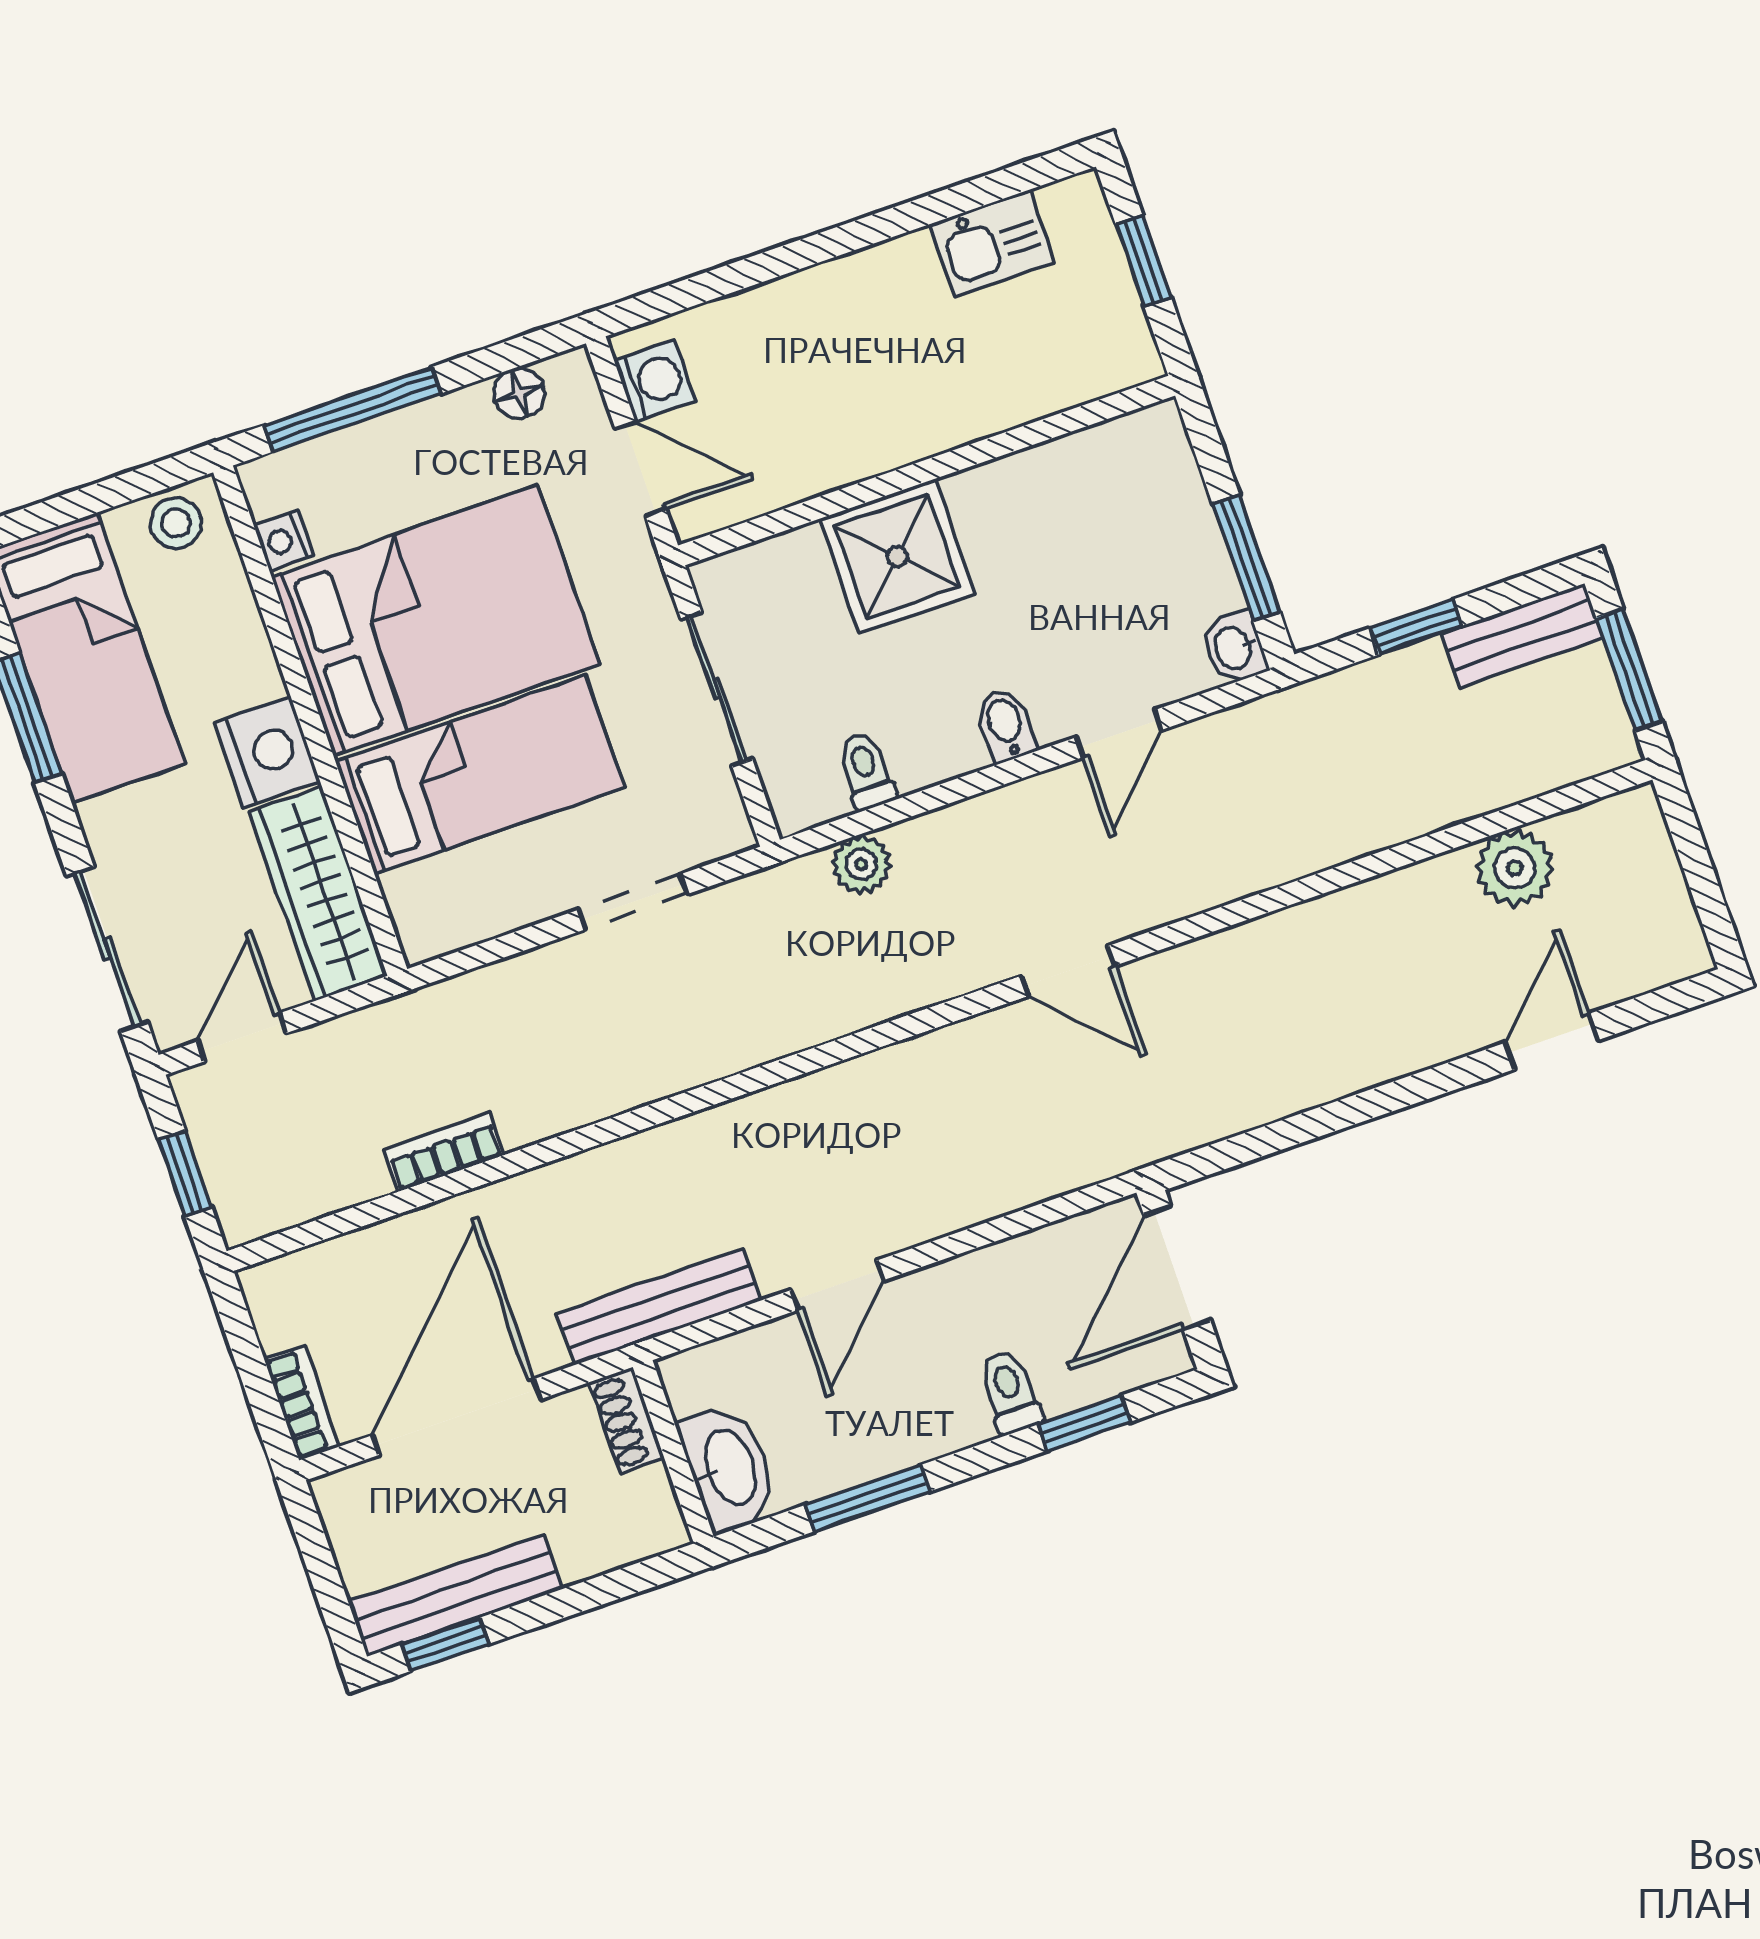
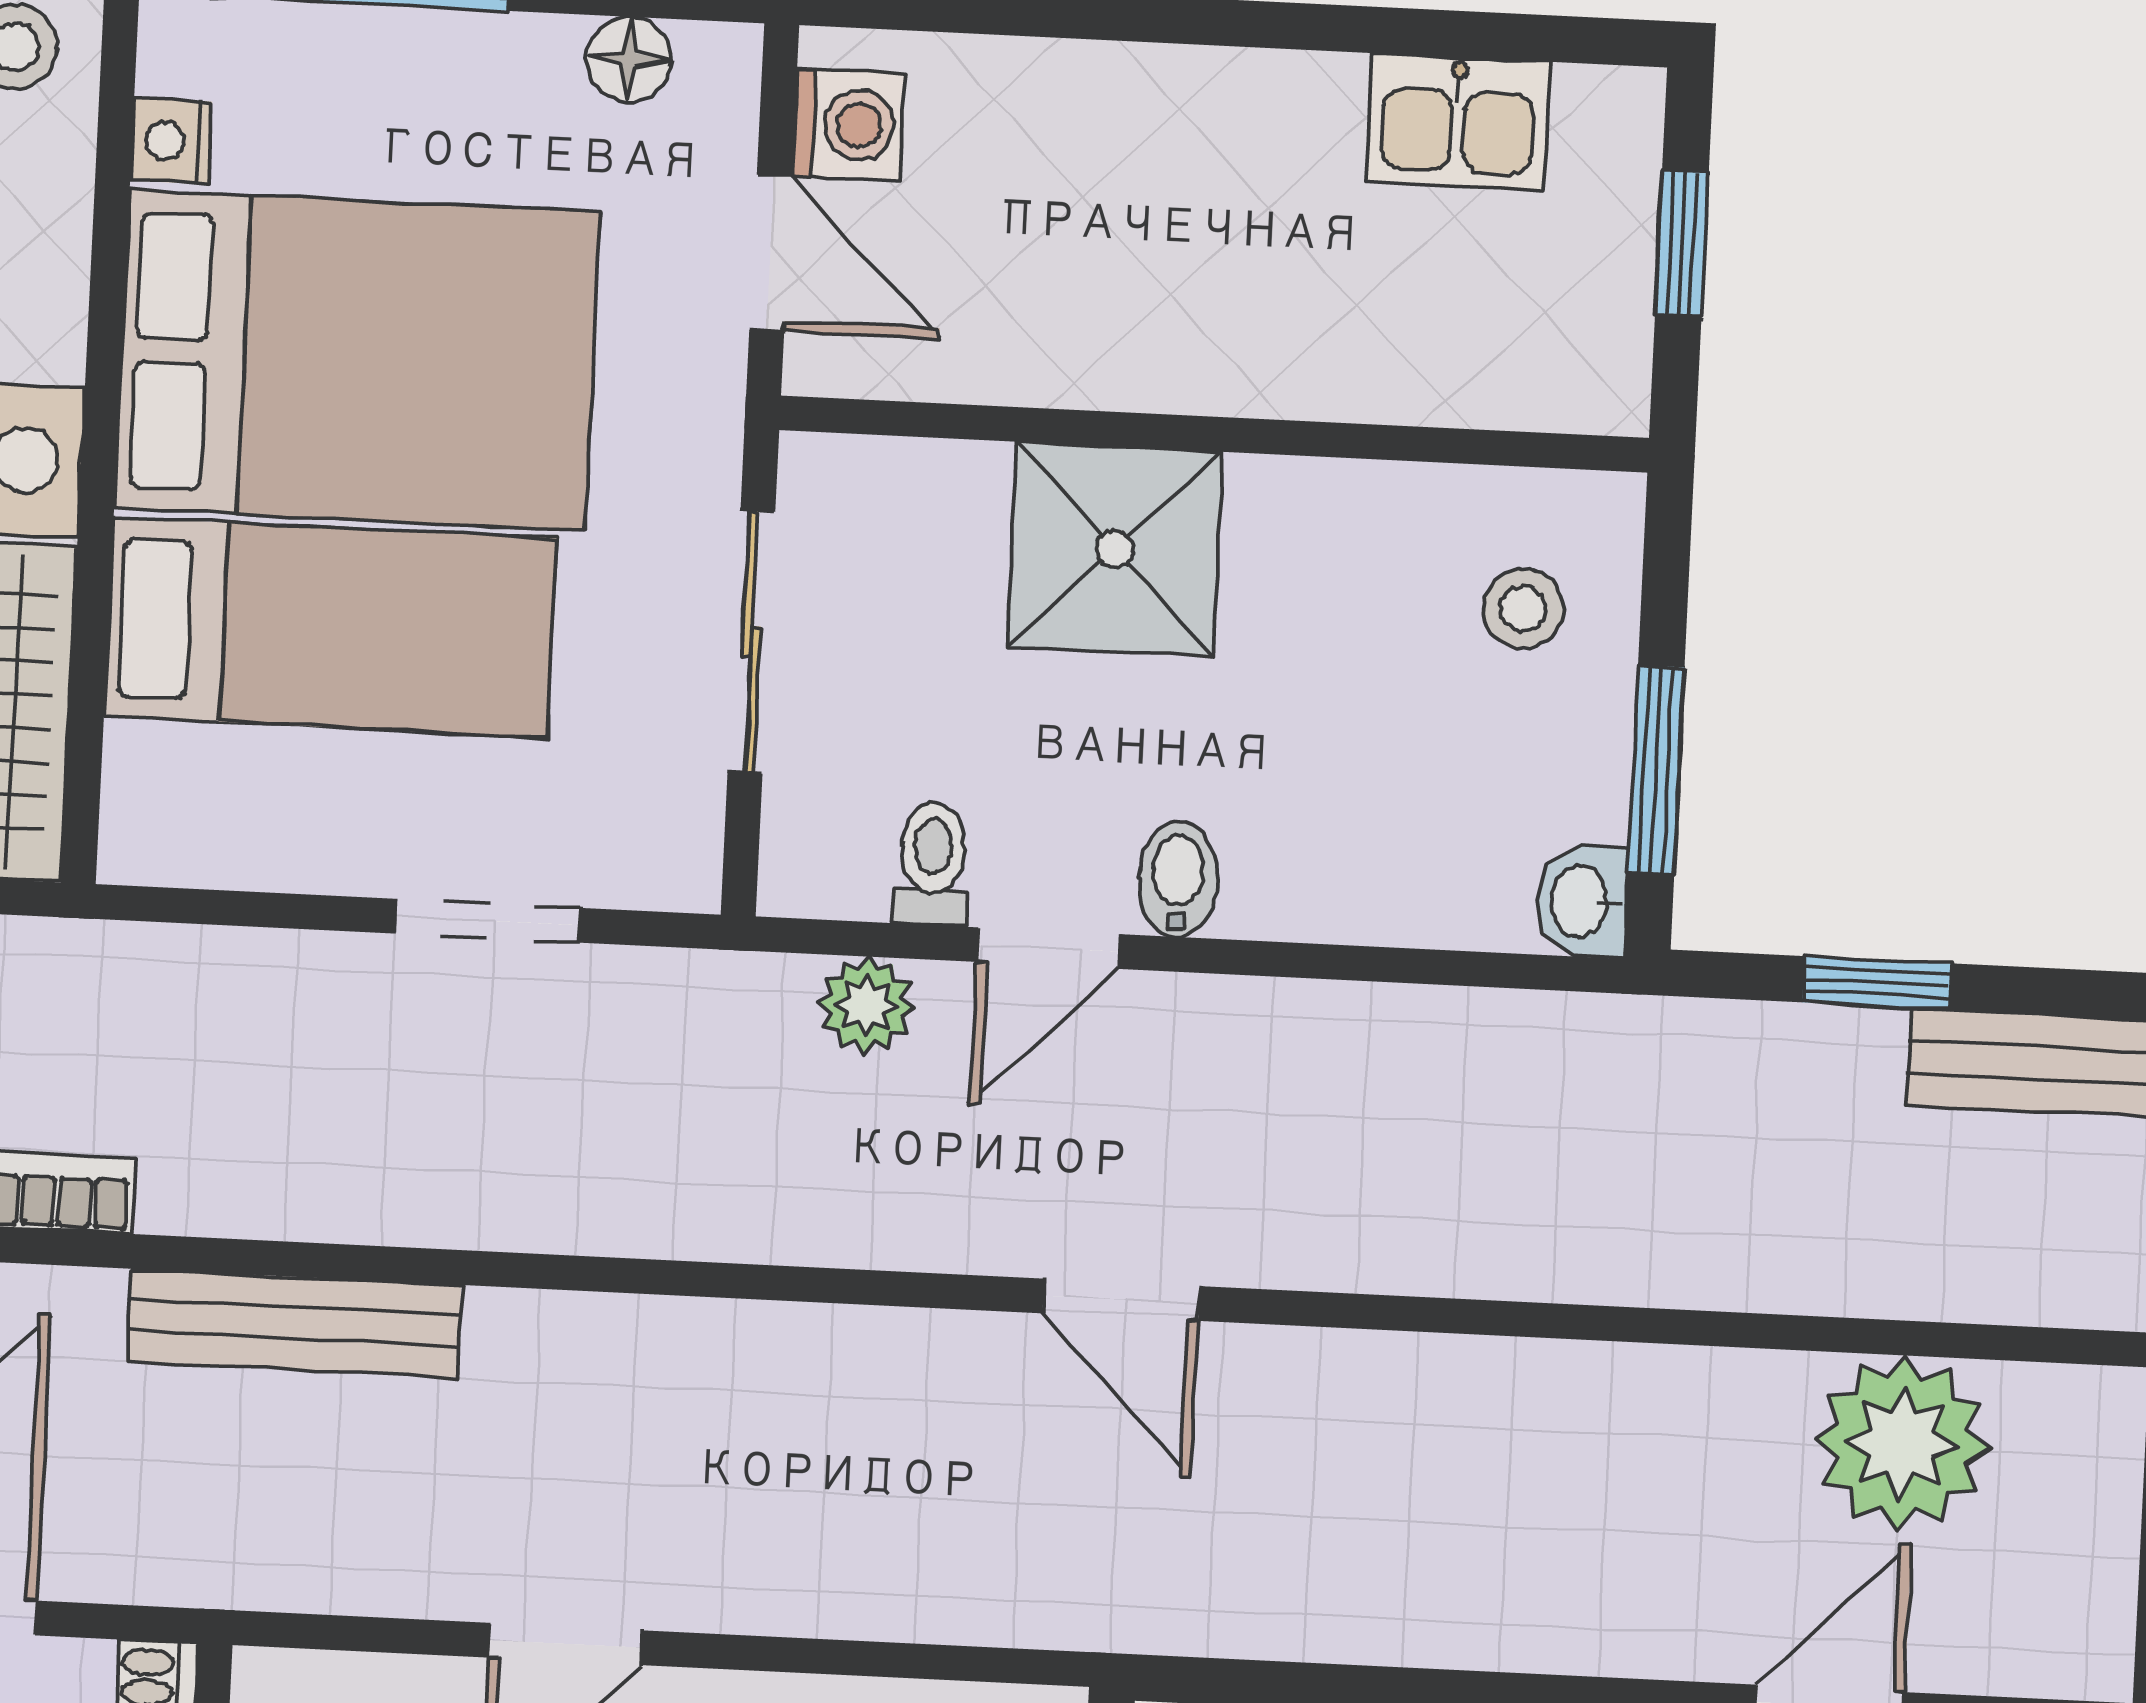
stool: (1137, 498) -> (1523, 609), added
door: (1119, 734) -> (1048, 948), moved
plant: (1515, 868) -> (1902, 1443), width x1.36, depth x1.36
bench: (659, 1307) -> (294, 1323), moved

